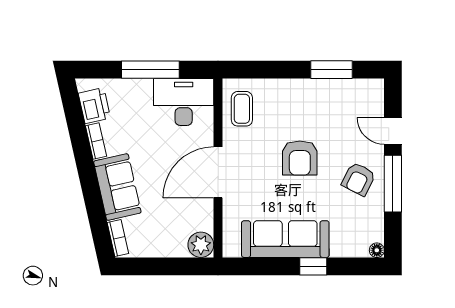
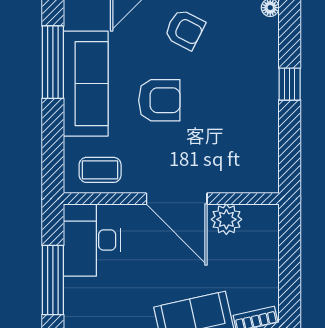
window: (331, 70) -> (53, 62), width x1.44
sofa: (285, 239) -> (86, 84), moved, turned 180
plant: (201, 245) -> (226, 219), moved

